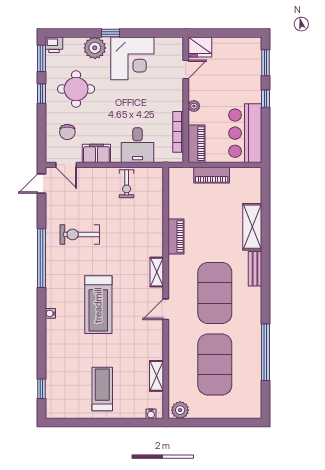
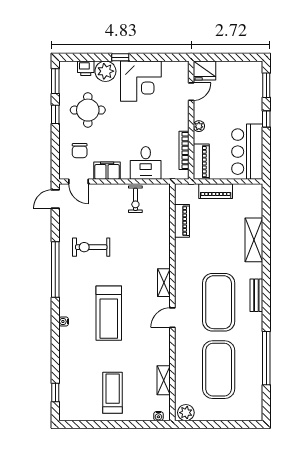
printer: (54, 45) -> (86, 68), moved
piano: (176, 236) -> (182, 221), moved
bench: (255, 269) -> (256, 295), moved

